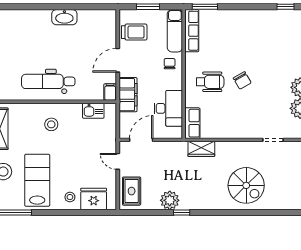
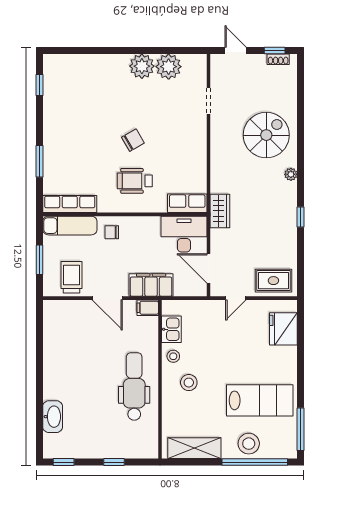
window: (205, 7) -> (40, 161), moved
washbasin: (64, 17) -> (53, 417), moved
dental chair: (48, 81) -> (134, 386), turned 180
wheelchair: (210, 82) -> (135, 181), turned -90
desk: (168, 108) -> (184, 234), moved
wardrobe: (201, 149) -> (220, 211), moved
lab bench: (37, 180) -> (260, 400), turned 180
stool: (70, 197) -> (173, 356), moved
plant: (170, 200) -> (291, 174), moved, width x0.53, depth x0.53

